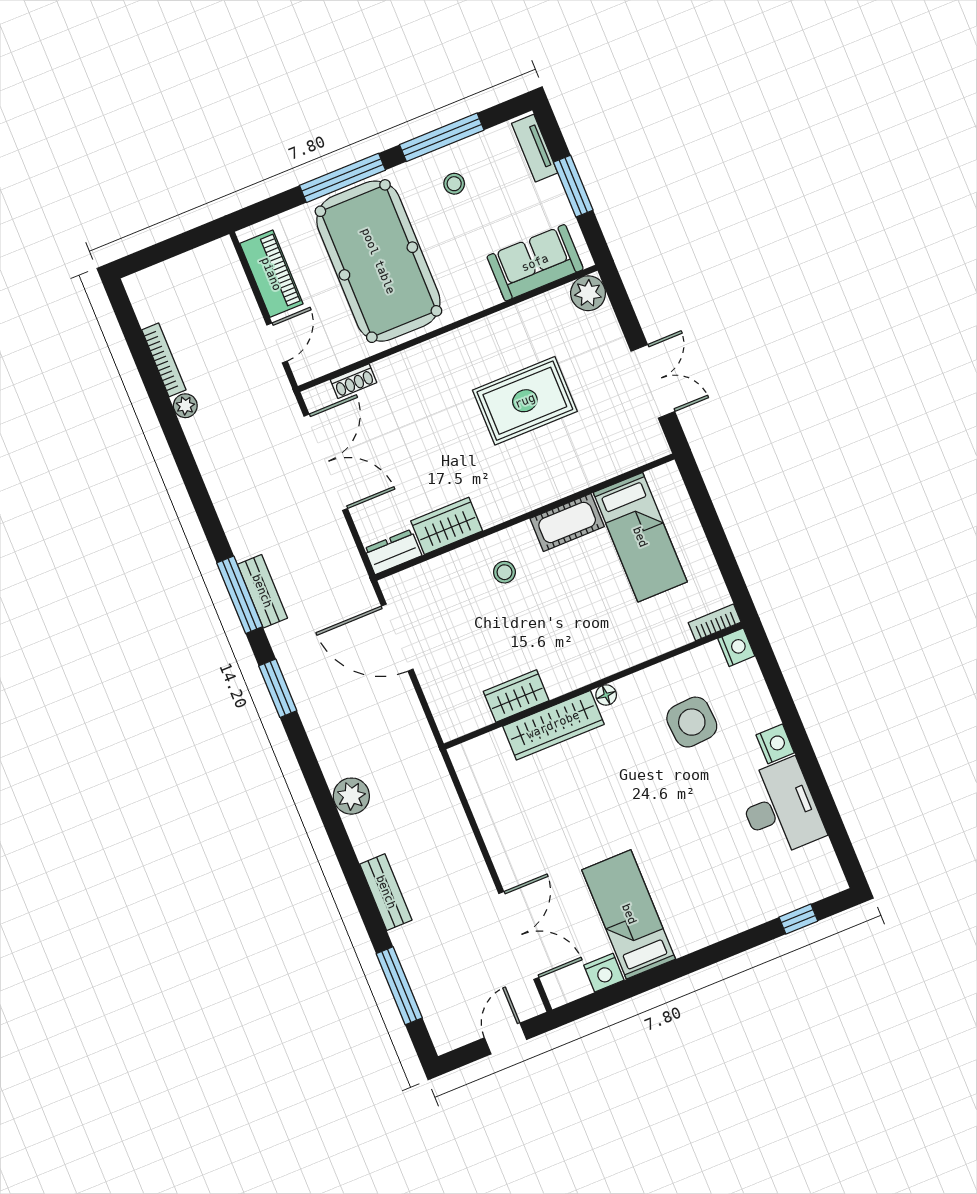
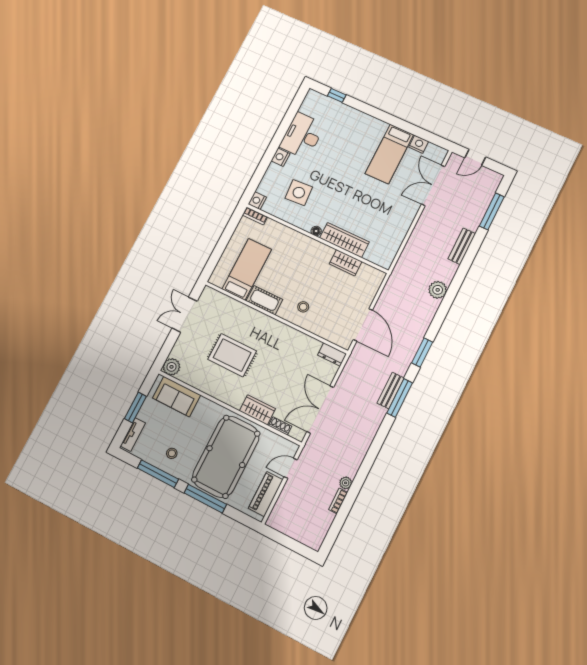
bookcase: (164, 360) -> (338, 501), width x0.64
wardrobe: (447, 526) -> (257, 410), moved, turned 180

